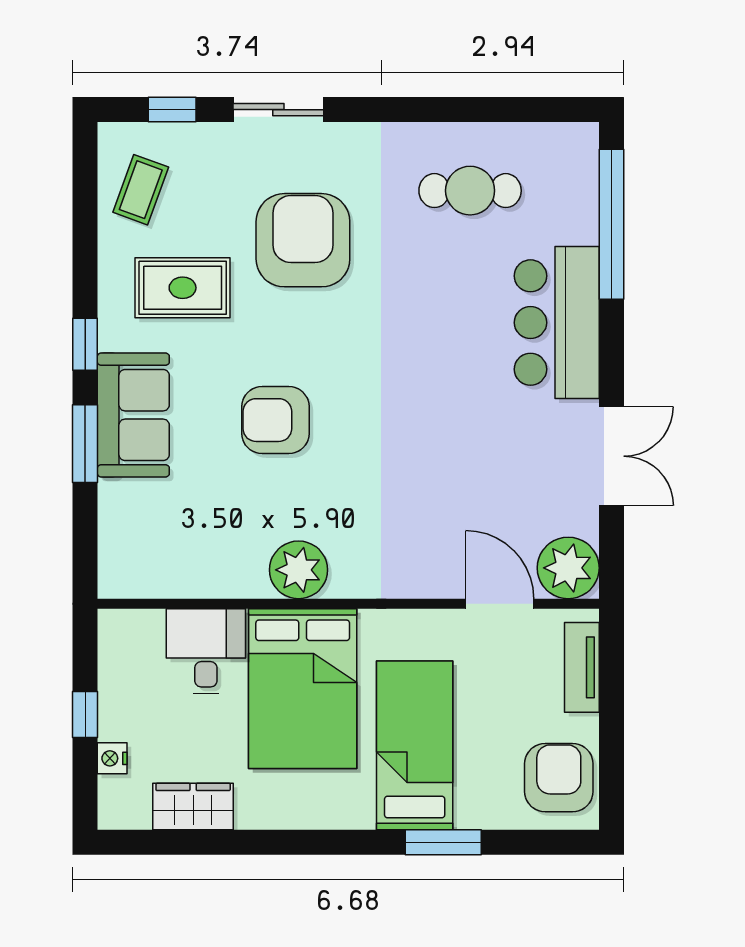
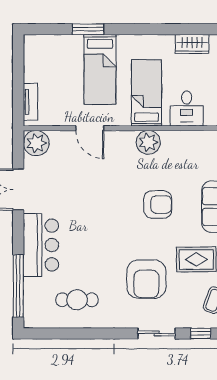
door: (500, 604) -> (90, 128), moved
bed: (303, 689) -> (146, 93), width x0.67
armchair: (559, 778) -> (40, 56), removed

